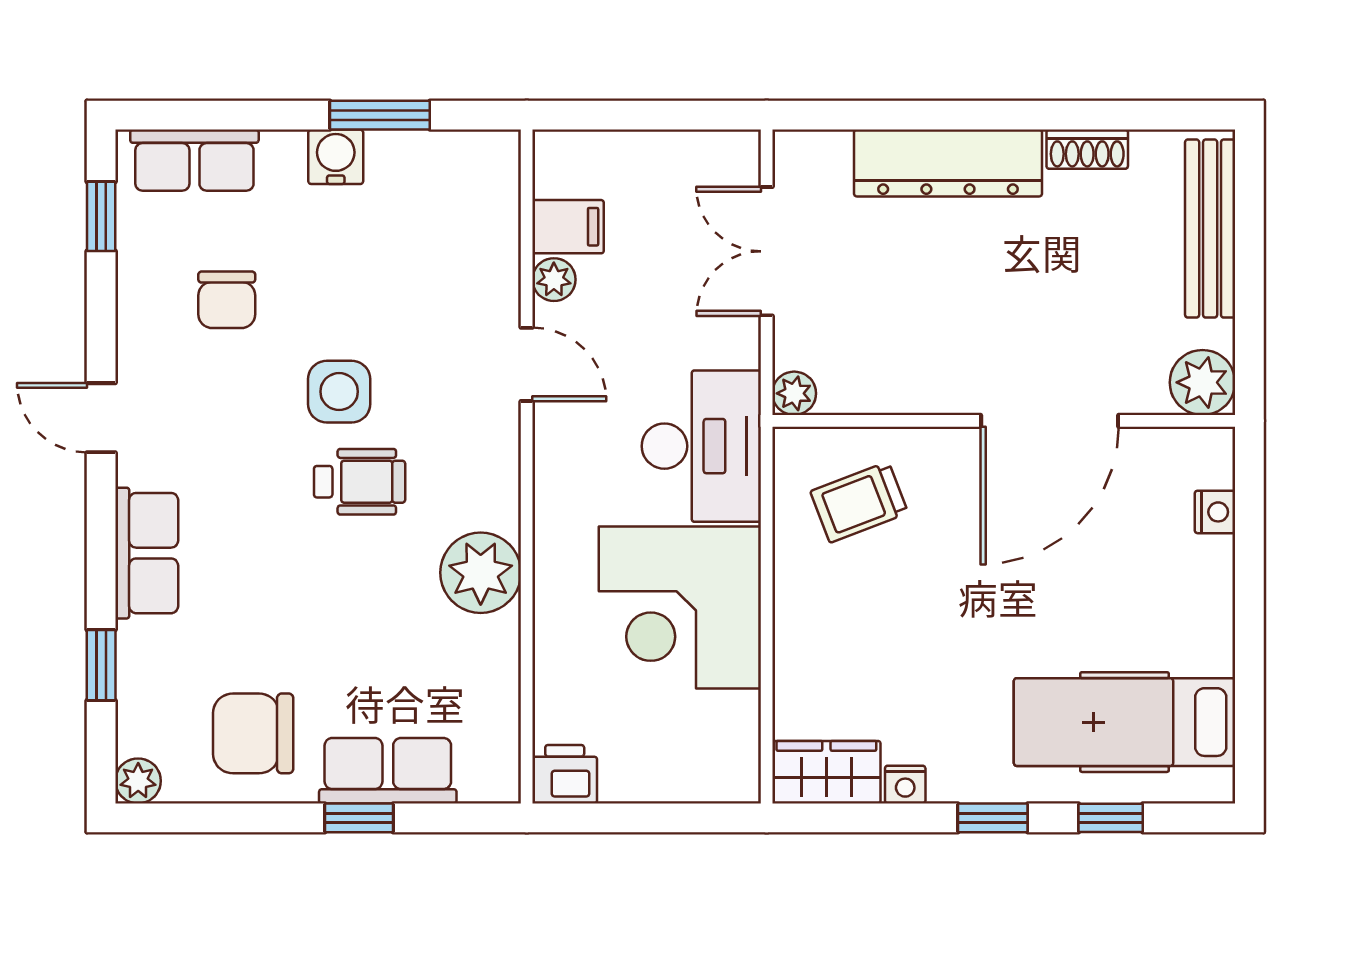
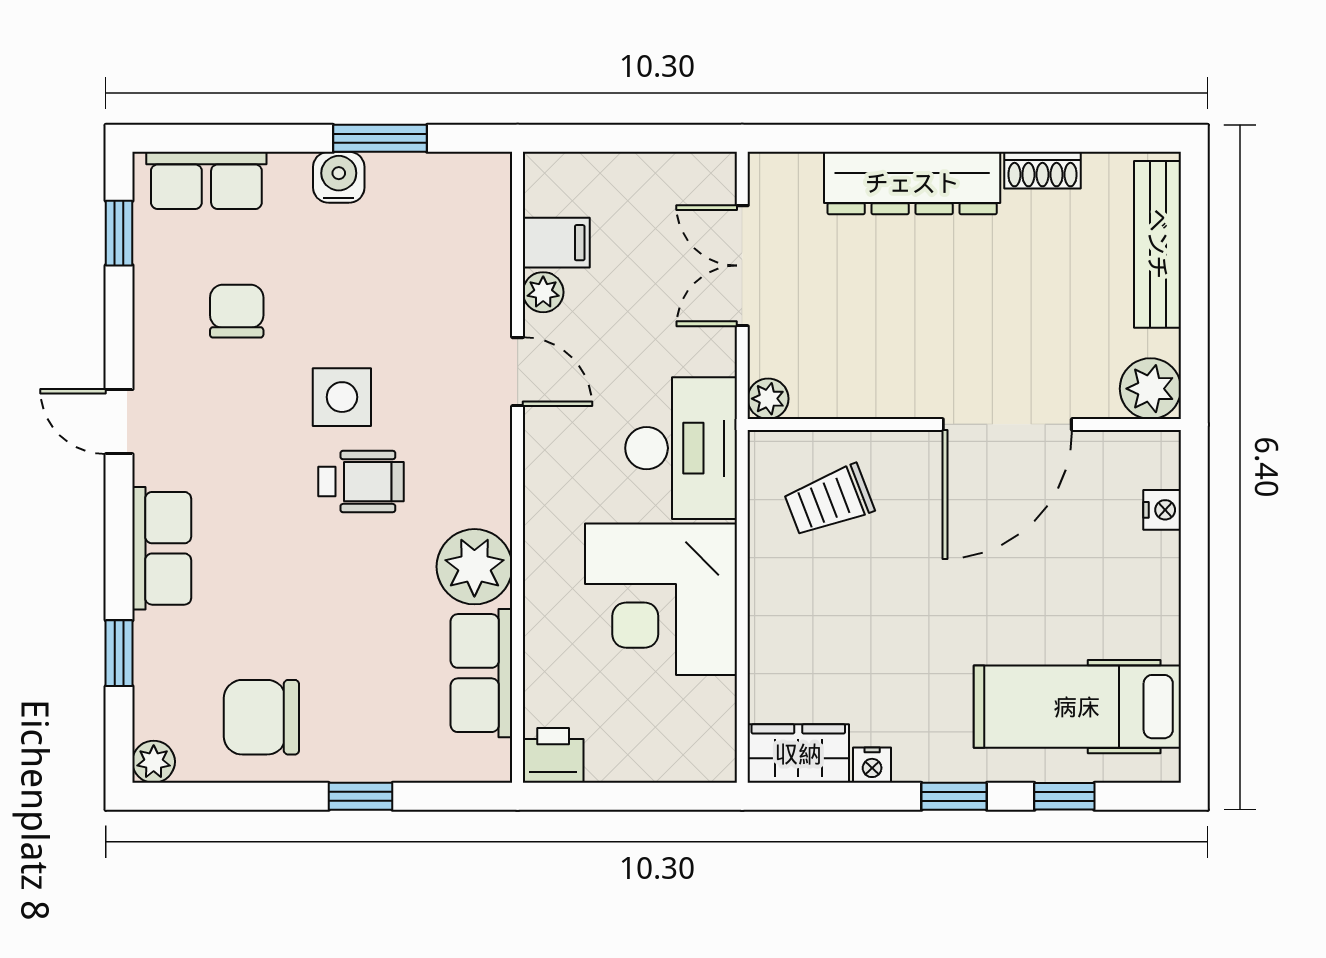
chair: (227, 300) -> (237, 311), turned 180
row of seats: (388, 771) -> (481, 673), moved, turned -90

